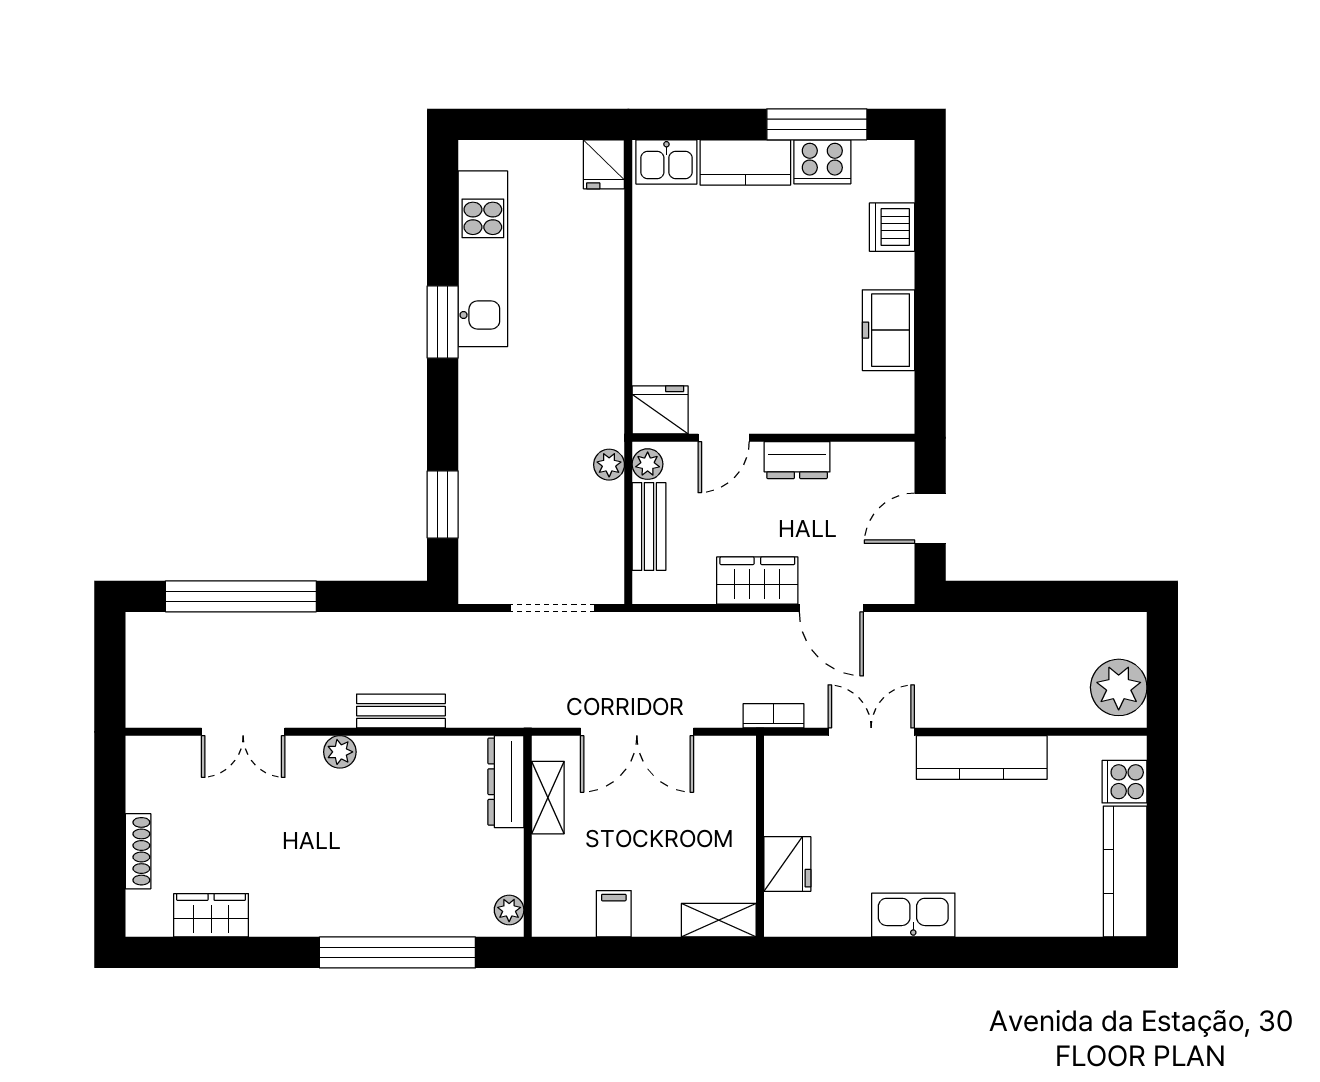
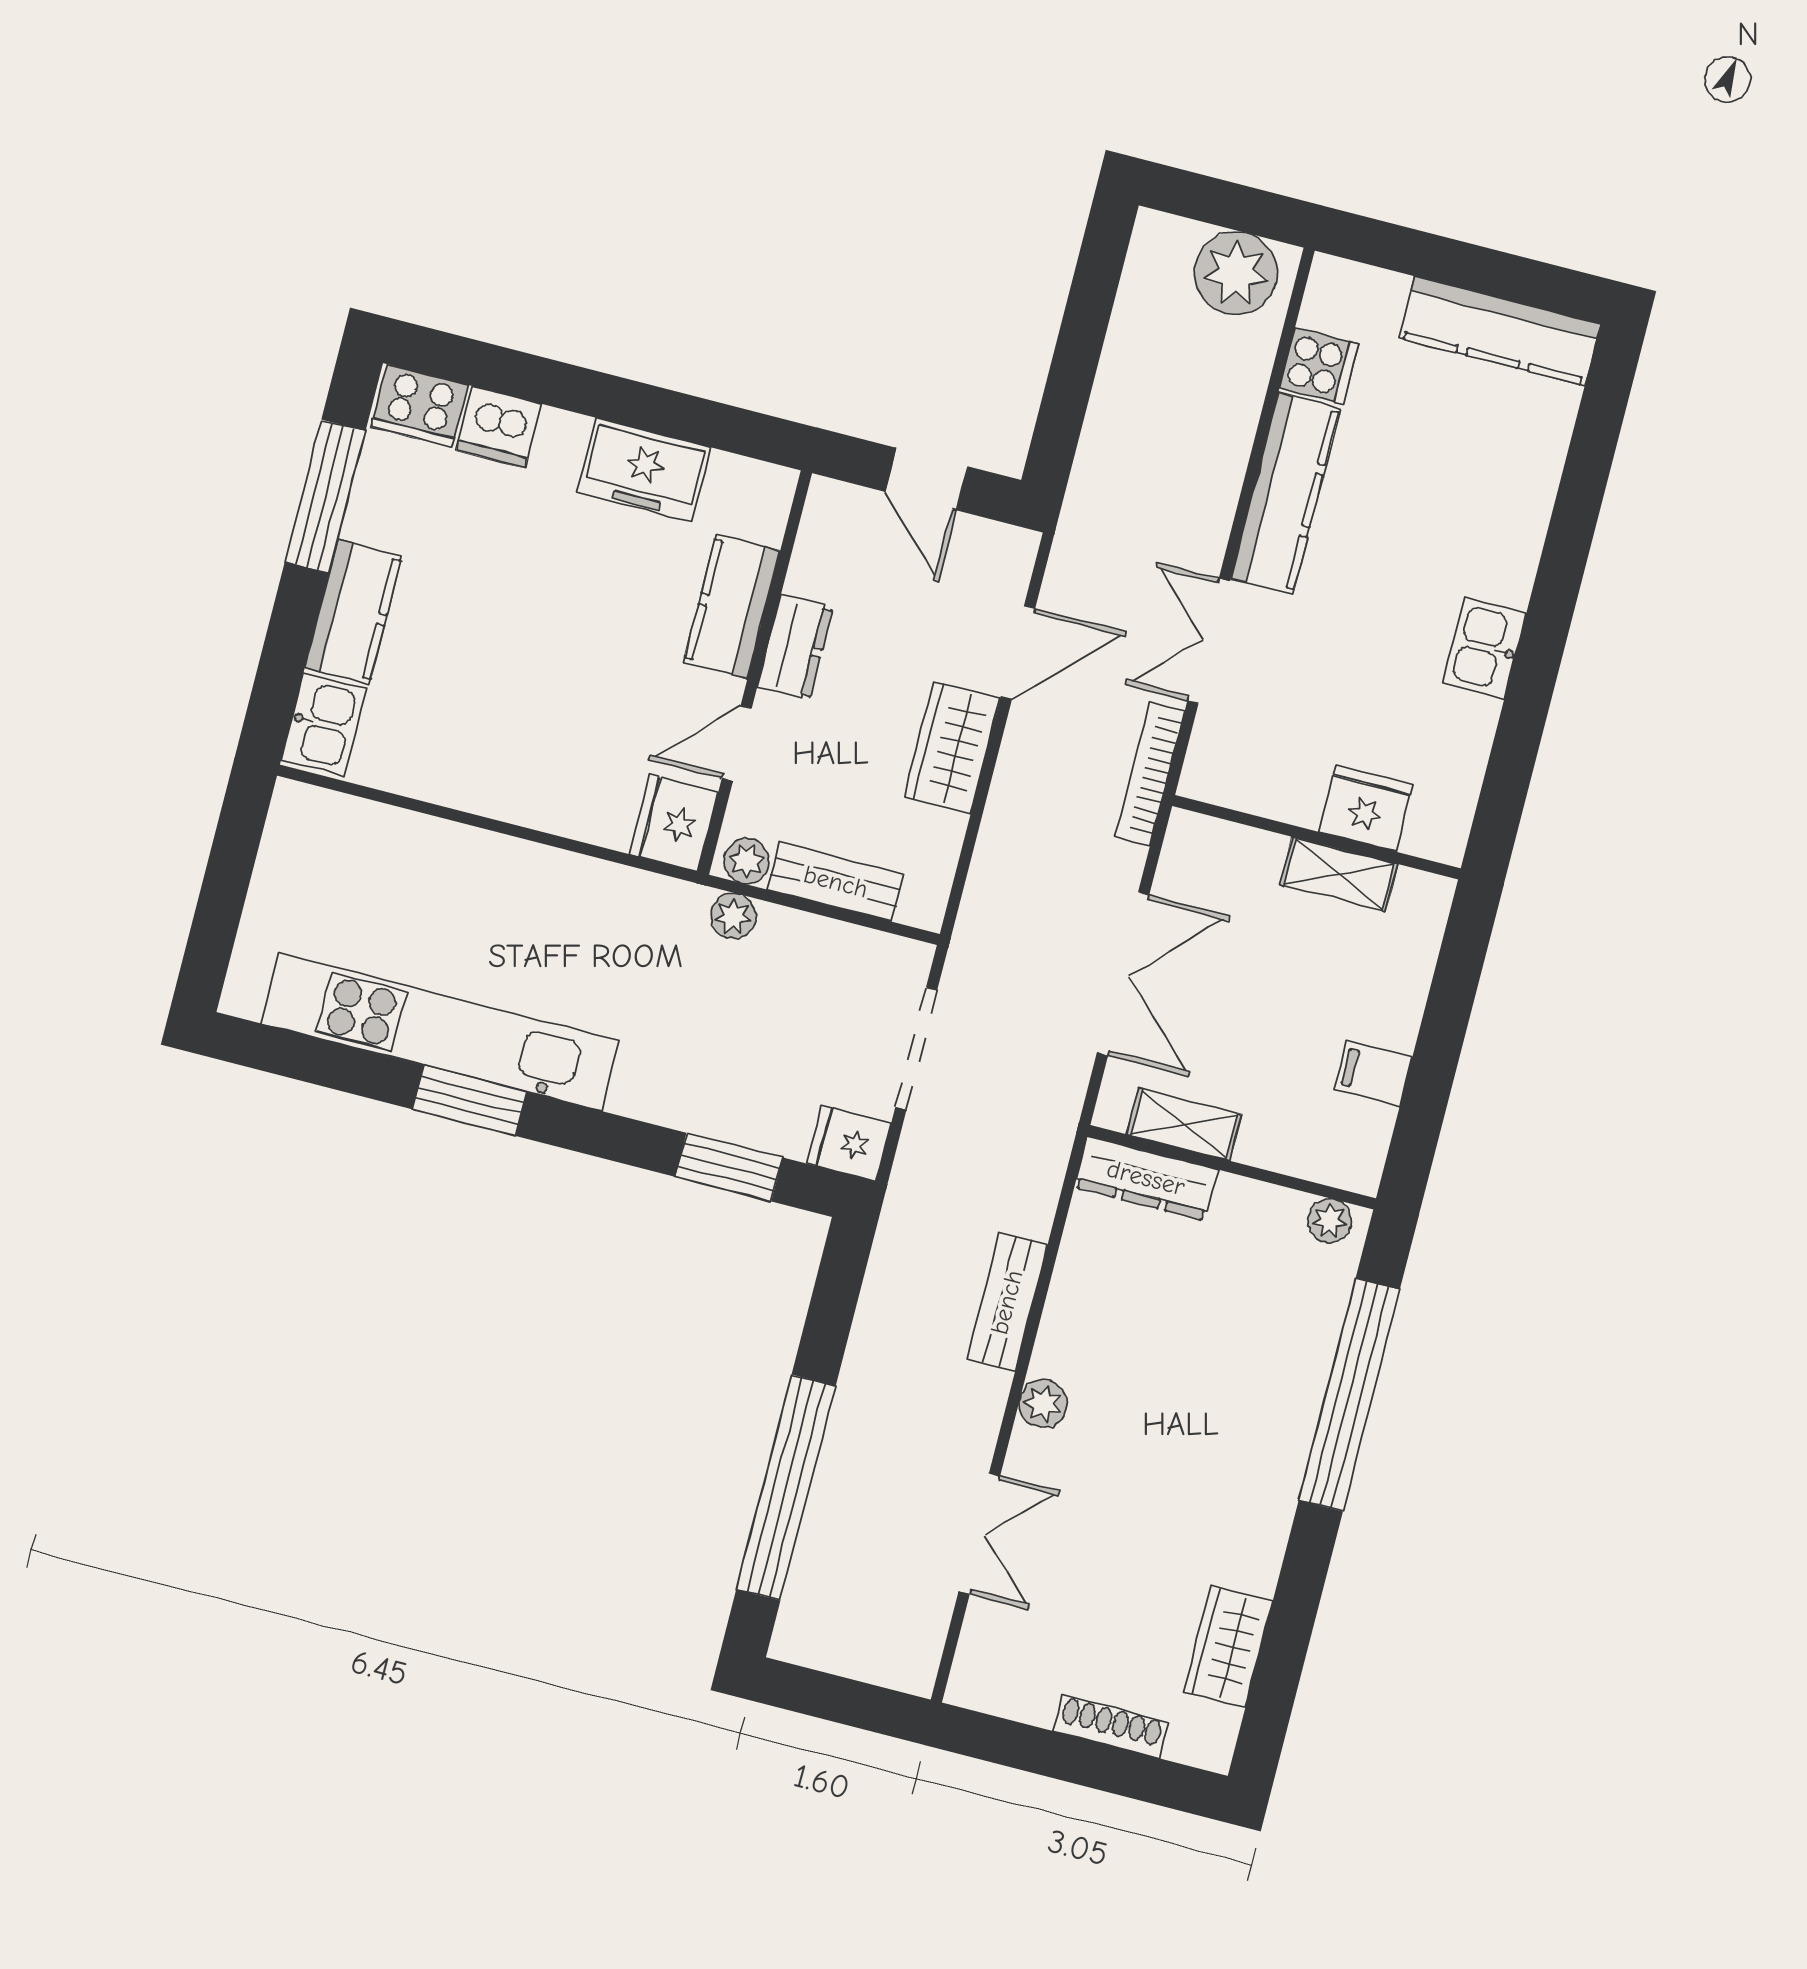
cooker: (822, 162) -> (420, 406), moved, turned 90
fridge: (604, 164) -> (849, 1143), moved, turned 180
kitchen unit: (483, 259) -> (440, 1032), width x1.36
kitchen counter: (813, 411) -> (732, 607), added
door: (724, 438) -> (737, 743), swing flipped
bookcase: (773, 716) -> (1150, 774), width x1.56
cooker: (1124, 782) -> (1319, 366), moved, turned -90
kitchen sink: (913, 915) -> (1484, 648), width x0.73
shelving: (719, 920) -> (1339, 874), moved, turned 90

